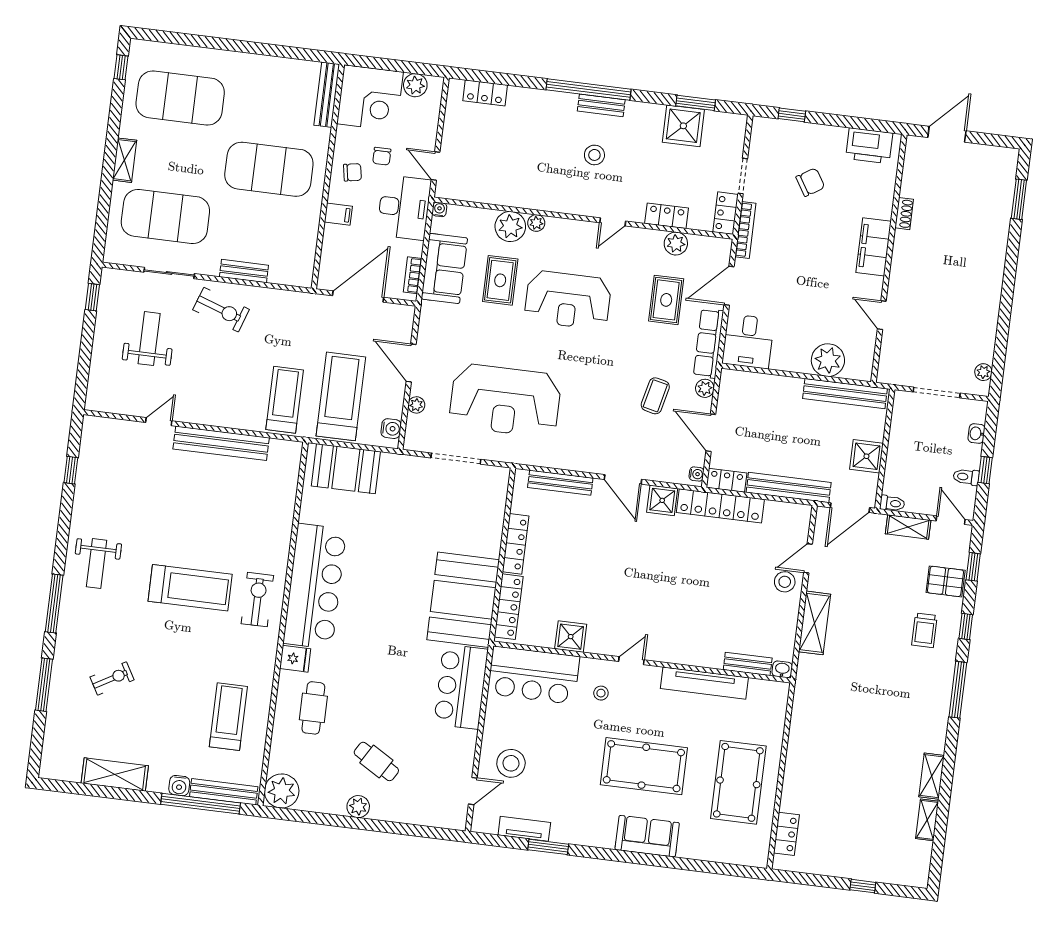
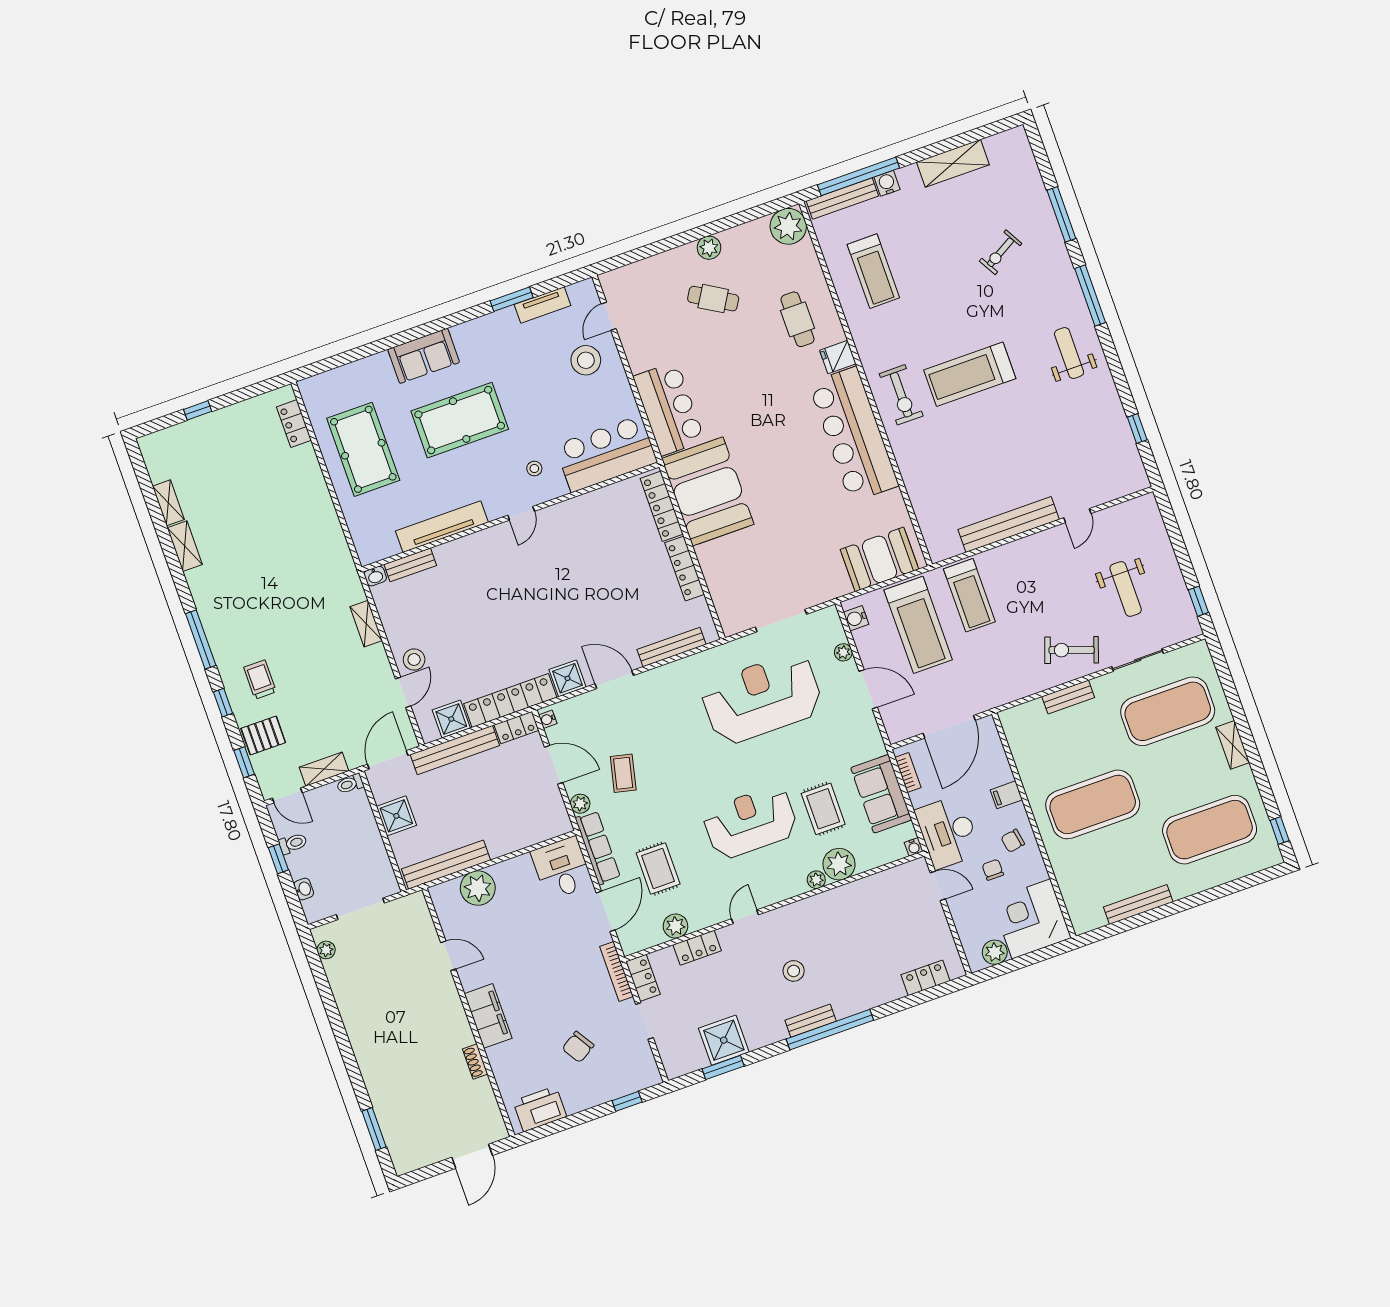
bench: (327, 95) -> (1138, 904), moved, turned 90
shelving: (815, 623) -> (366, 624), width x0.67, depth x0.75
shower: (571, 637) -> (451, 719), moved

